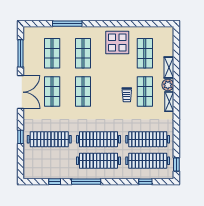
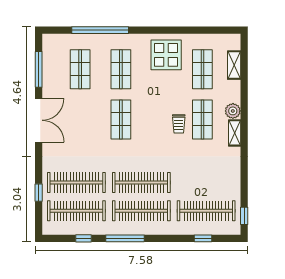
window: (67, 24) -> (100, 30), width x1.46
shelving: (169, 67) -> (234, 65), moved
shop shelf: (52, 91) -> (80, 119), removed
window: (21, 137) -> (39, 193), moved
clothes rail: (148, 139) -> (76, 211), moved

